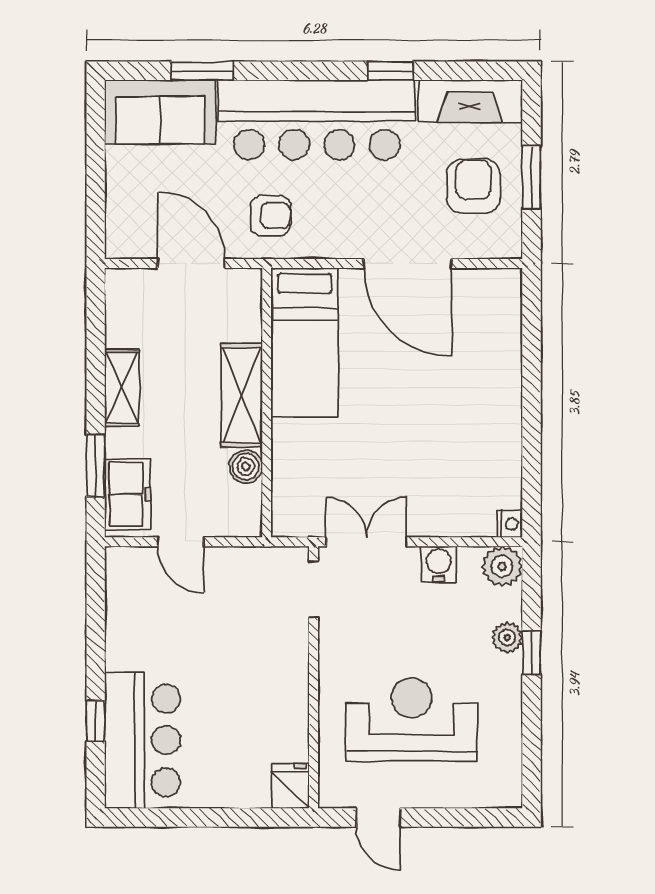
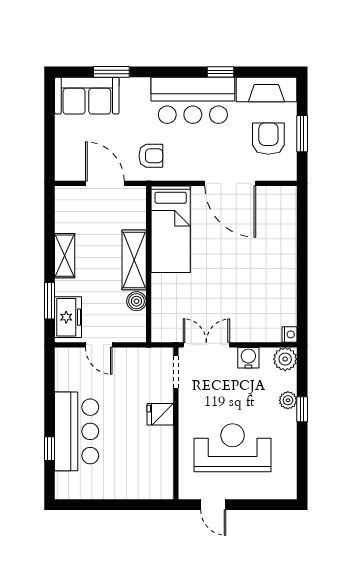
bar counter: (317, 120) -> (193, 100), width x0.73
bar counter: (142, 740) -> (77, 431), moved
fridge: (290, 786) -> (160, 414), moved, turned -90

